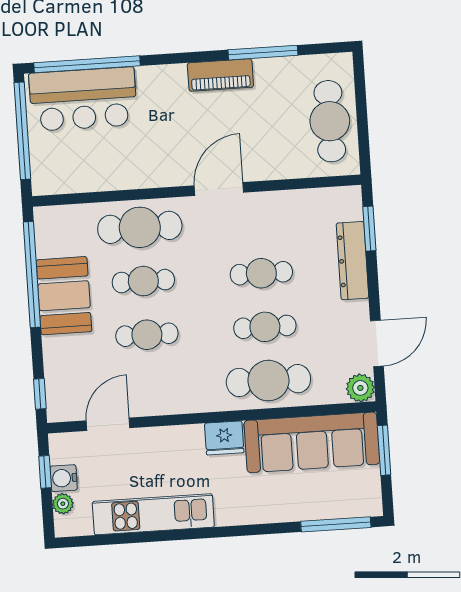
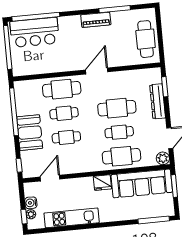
cafe table: (261, 273) -> (117, 108), width x1.37, depth x1.35
booth: (64, 296) -> (30, 133), moved
window: (45, 472) -> (24, 217), moved

